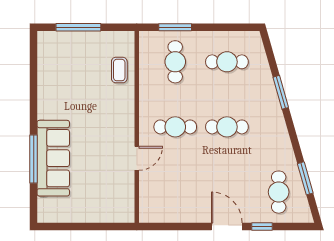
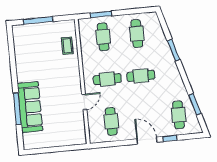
cafe table: (227, 62) -> (137, 34), turned 90
cafe table: (175, 192) -> (111, 121), added

